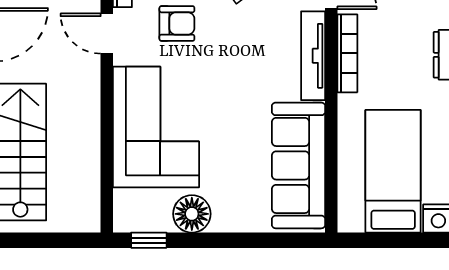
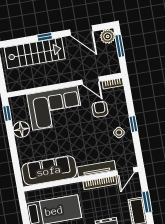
armchair: (177, 23) -> (100, 109), turned 180
door: (107, 34) -> (91, 81), swing flipped

